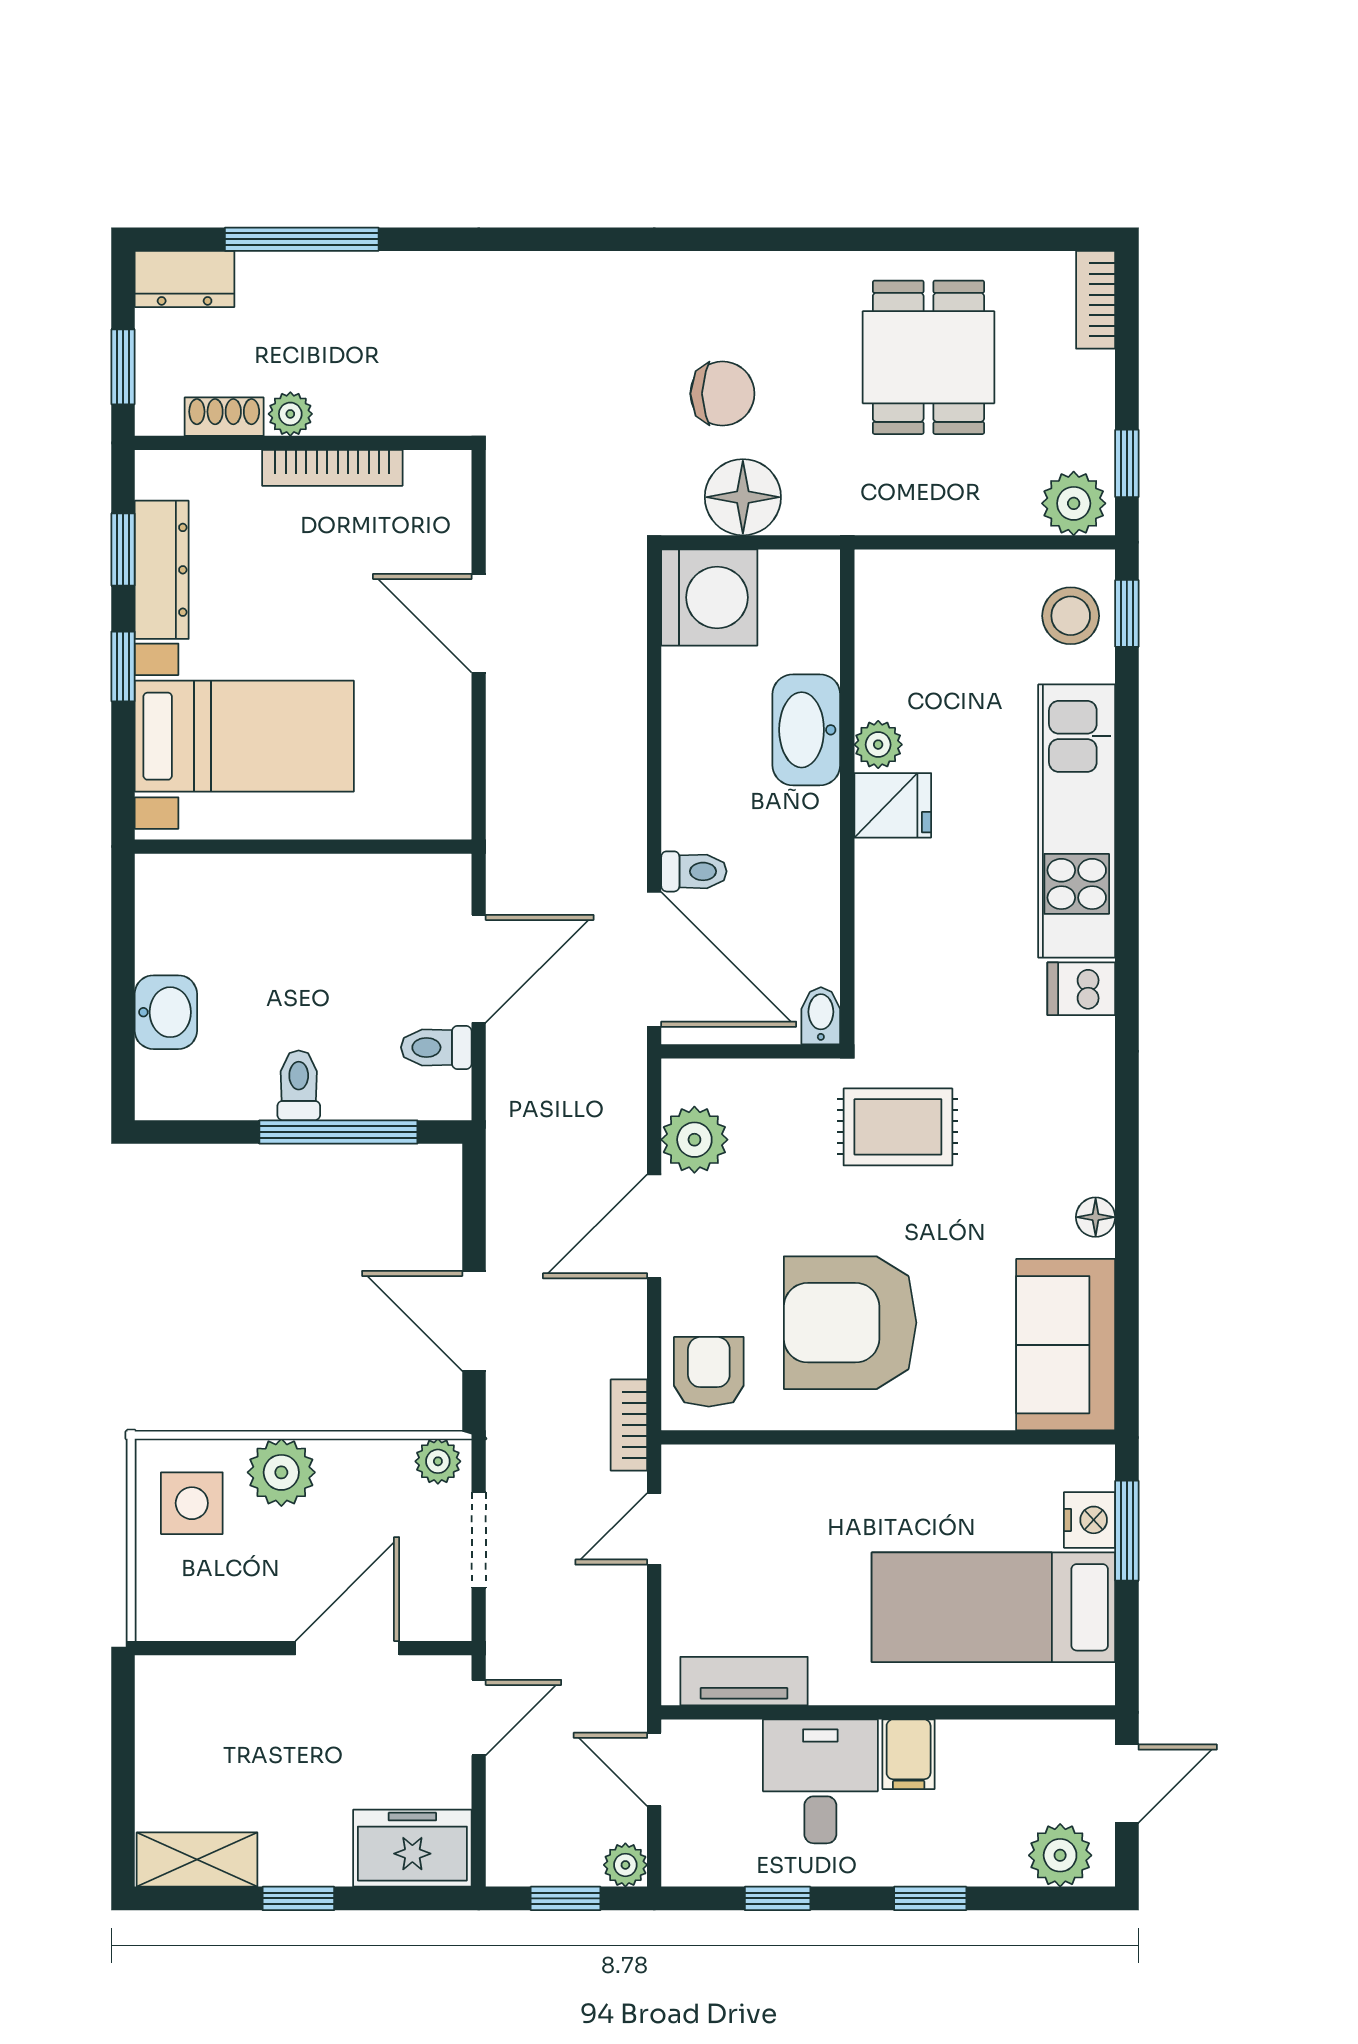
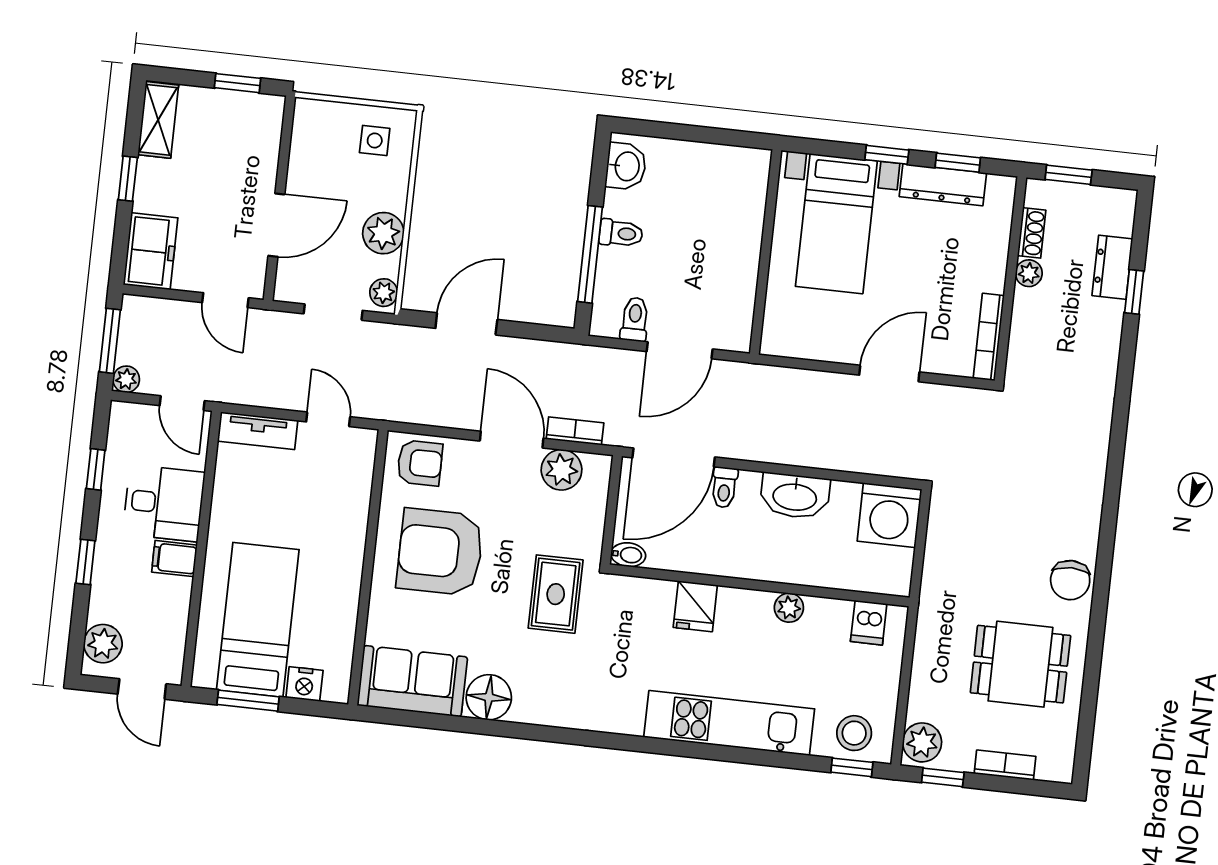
window: (302, 239) -> (1134, 292), width x0.46
dresser: (185, 279) -> (1112, 267), moved
bookcase: (1096, 300) -> (1005, 765), moved
chair: (722, 394) -> (1070, 580), moved
bookcase: (332, 468) -> (989, 337), moved
floor lamp: (743, 497) -> (948, 542), removed
washbasin: (806, 730) -> (795, 496), moved, turned 180
fridge: (893, 805) -> (695, 606), moved
door: (479, 969) -> (680, 350), hinge flipped
dishwasher: (1081, 989) -> (869, 623), moved, turned 180
washbasin: (166, 1012) -> (626, 166), moved, turned -90
floor lamp: (1096, 1217) -> (489, 697), width x1.89, depth x1.89
armchair: (850, 1323) -> (440, 552), turned -90
bookcase: (629, 1425) -> (575, 431), moved
plant: (281, 1472) -> (383, 233), moved
side table: (192, 1503) -> (375, 140), width x0.73, depth x0.73
window: (1127, 1531) -> (248, 701), moved
door: (347, 1648) -> (276, 225), hinge flipped
tv unit: (744, 1681) -> (258, 431), moved, turned 90
window: (123, 1737) -> (238, 83), added
door: (654, 1769) -> (182, 403), swing flipped
window: (566, 1898) -> (110, 341), width x1.50

